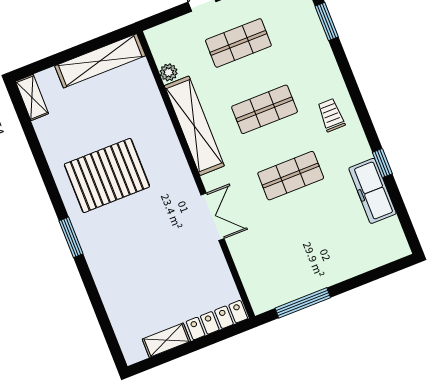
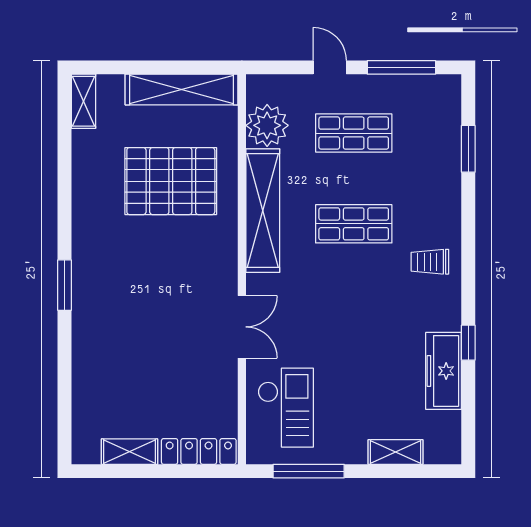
plant: (169, 72) -> (267, 125), width x1.88, depth x1.88
trolley: (331, 115) -> (430, 262), turned -90
pallet: (107, 175) -> (171, 181), moved
shop shelf: (291, 176) -> (354, 315), removed
checkout: (268, 263) -> (286, 408), added
shelving: (361, 264) -> (395, 452), added

